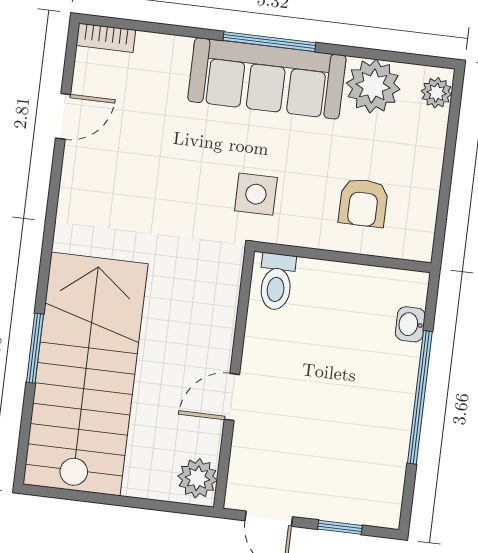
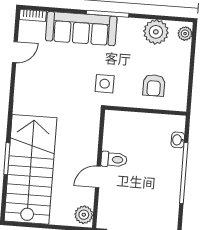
sofa: (267, 78) -> (81, 29), moved
toilet: (276, 282) -> (114, 159), moved, turned -90

